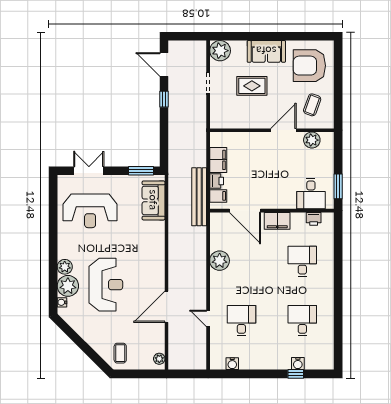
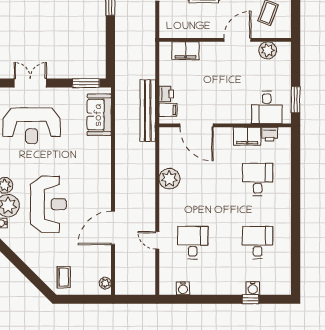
filing cabinet: (218, 160) -> (186, 51), moved, turned 90
filing cabinet: (277, 221) -> (247, 136), moved

